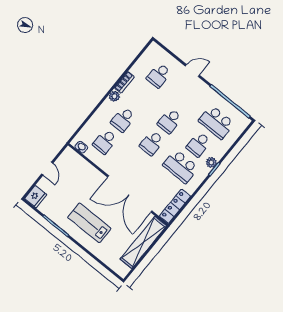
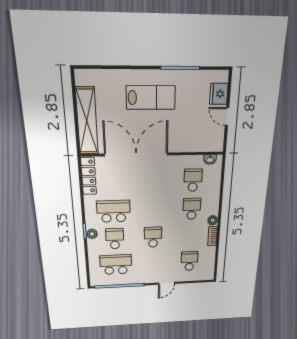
school desk: (152, 143) -> (153, 210), removed
fridge: (36, 197) -> (219, 94), moved

